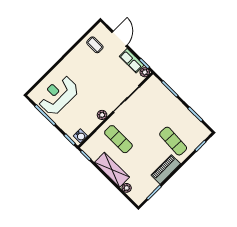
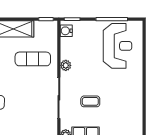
coffee table: (95, 45) -> (90, 101), moved

